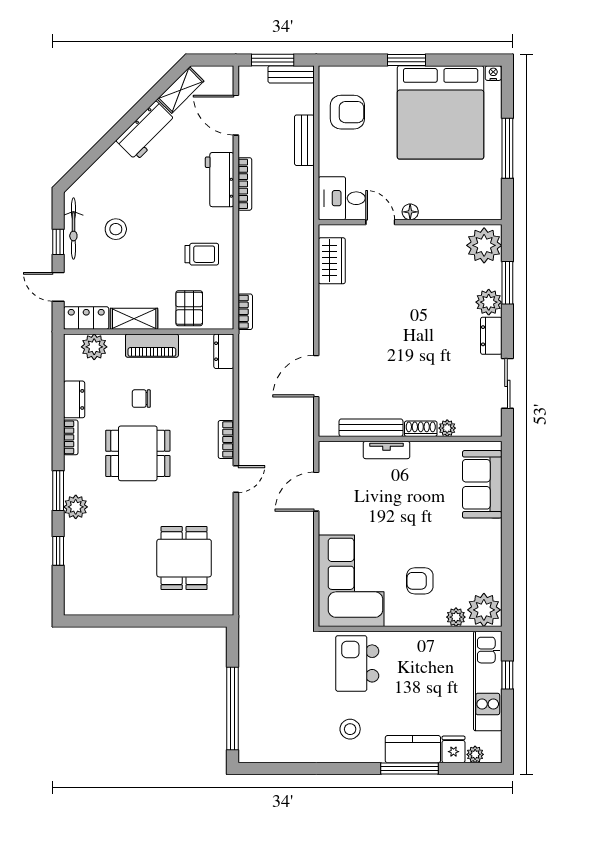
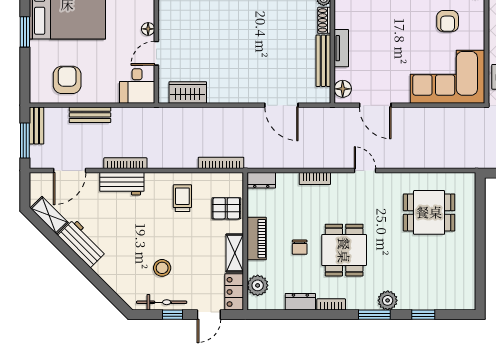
bookcase: (245, 312) -> (221, 163), width x1.56
bookcase: (226, 439) -> (315, 178), moved
floor lamp: (336, 452) -> (343, 89), added

